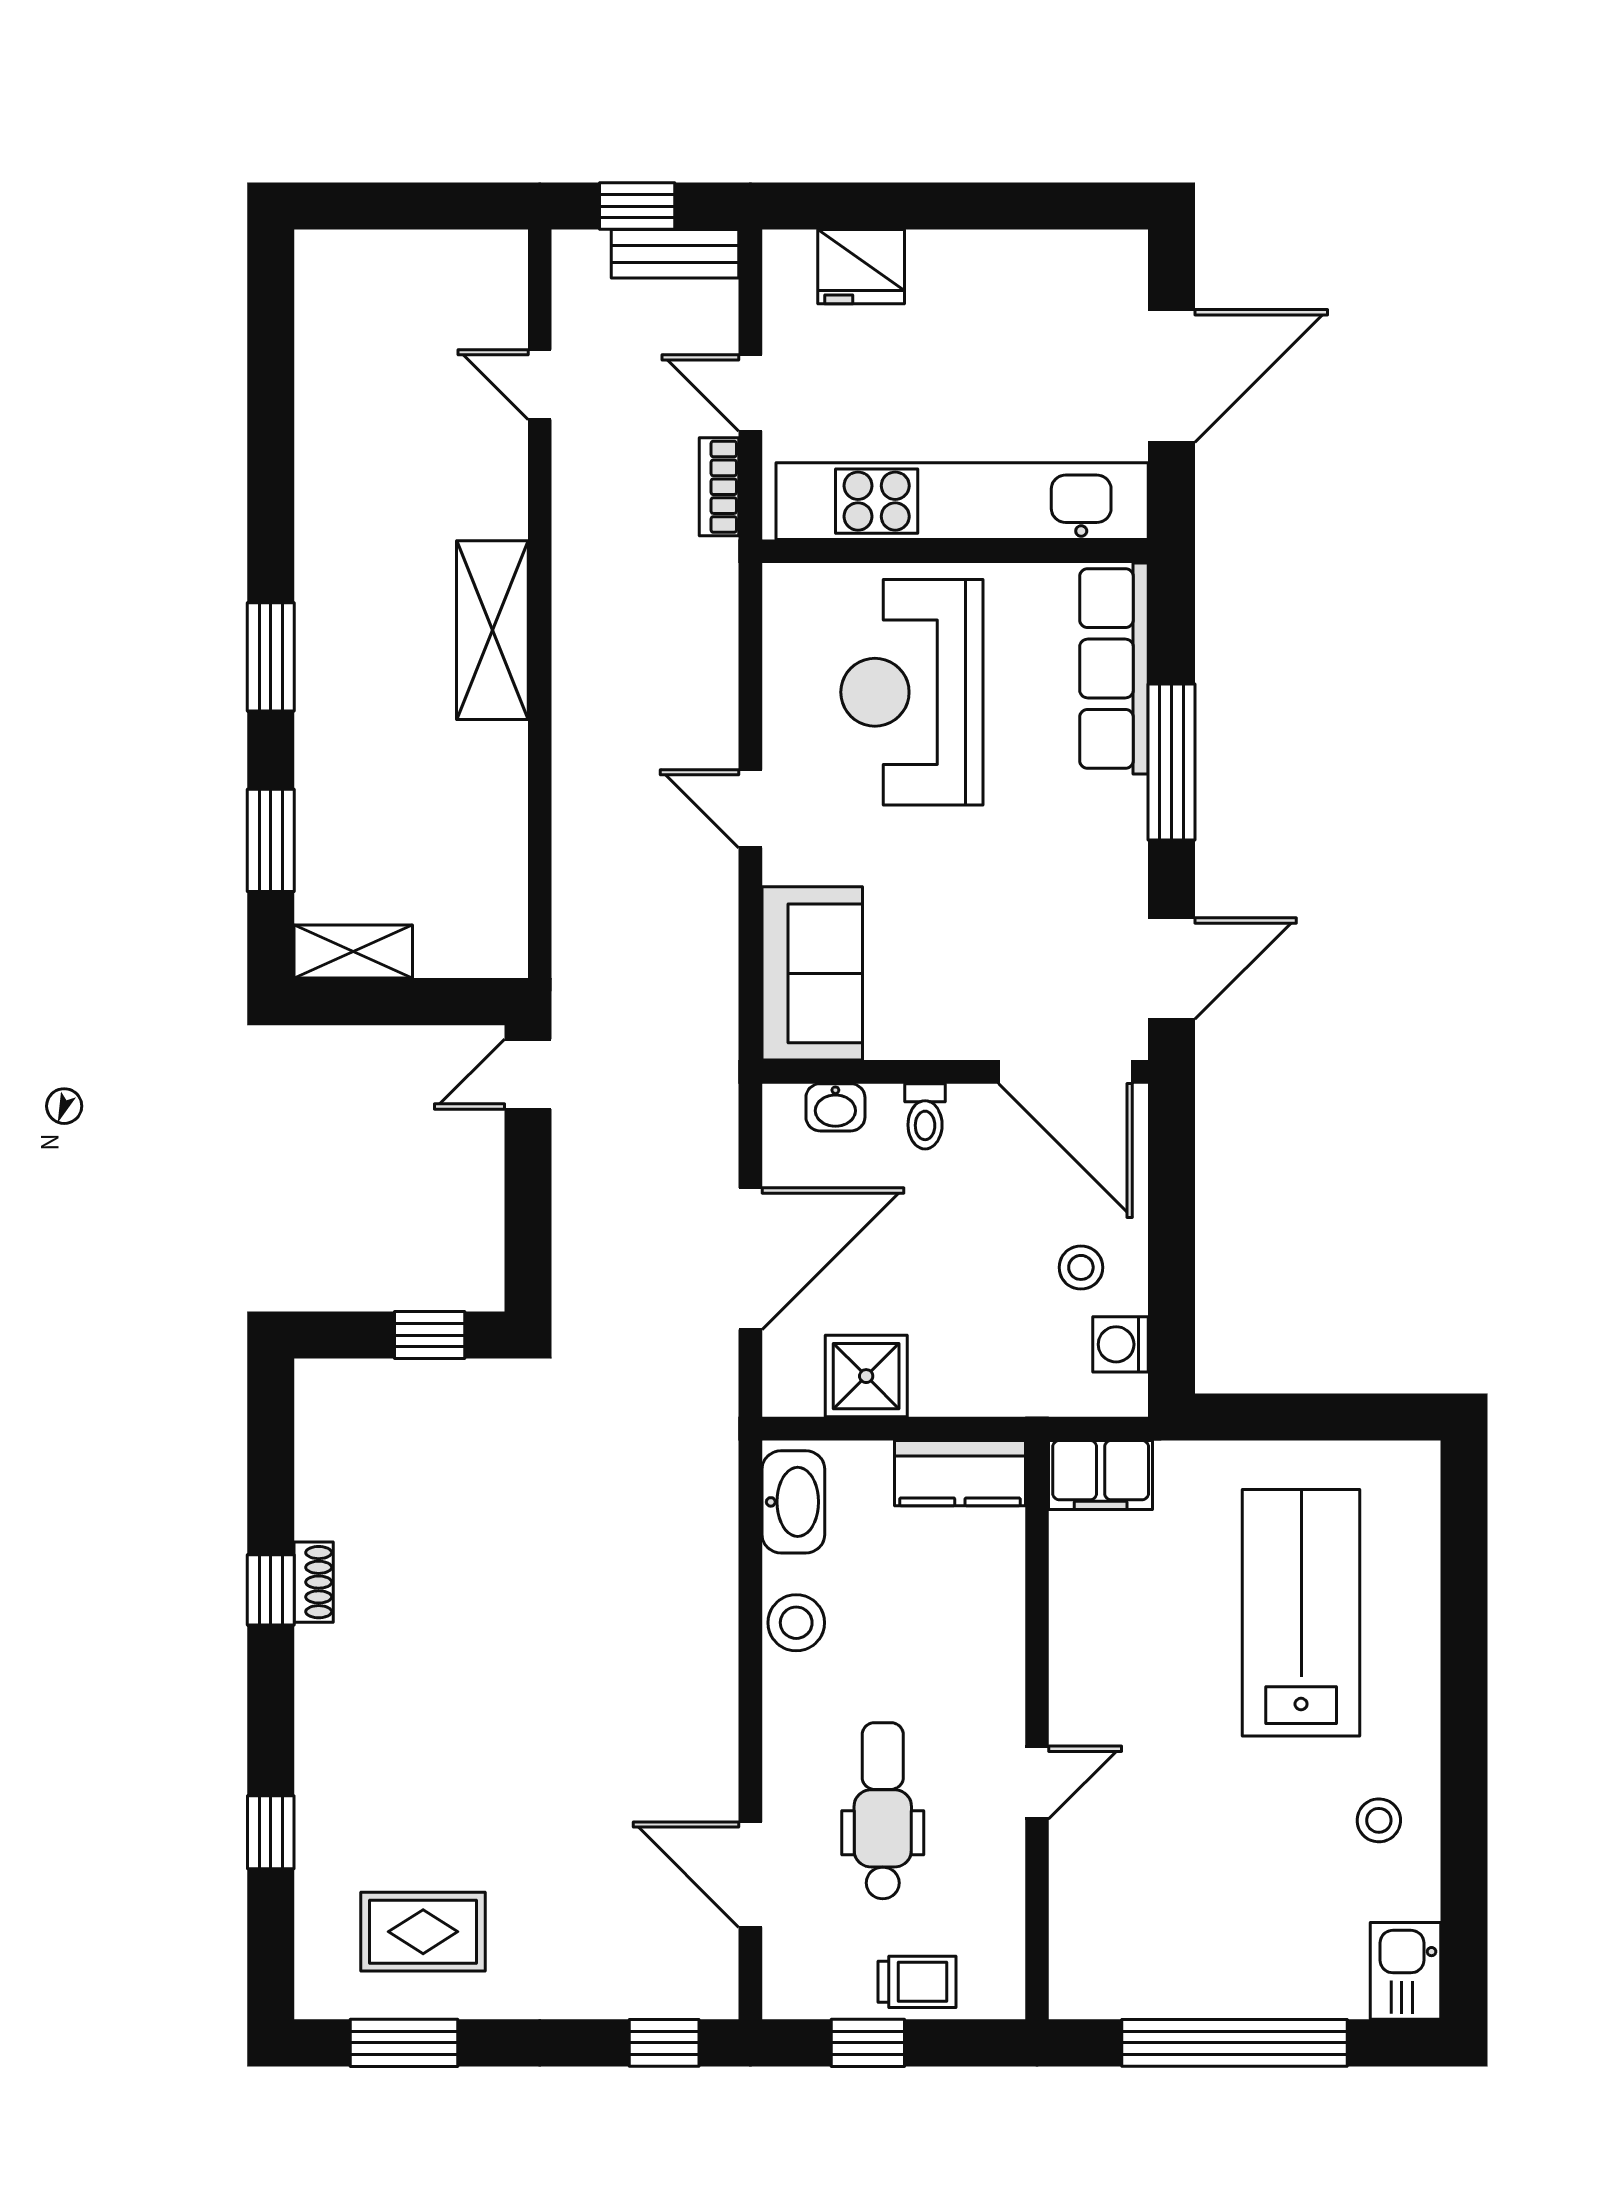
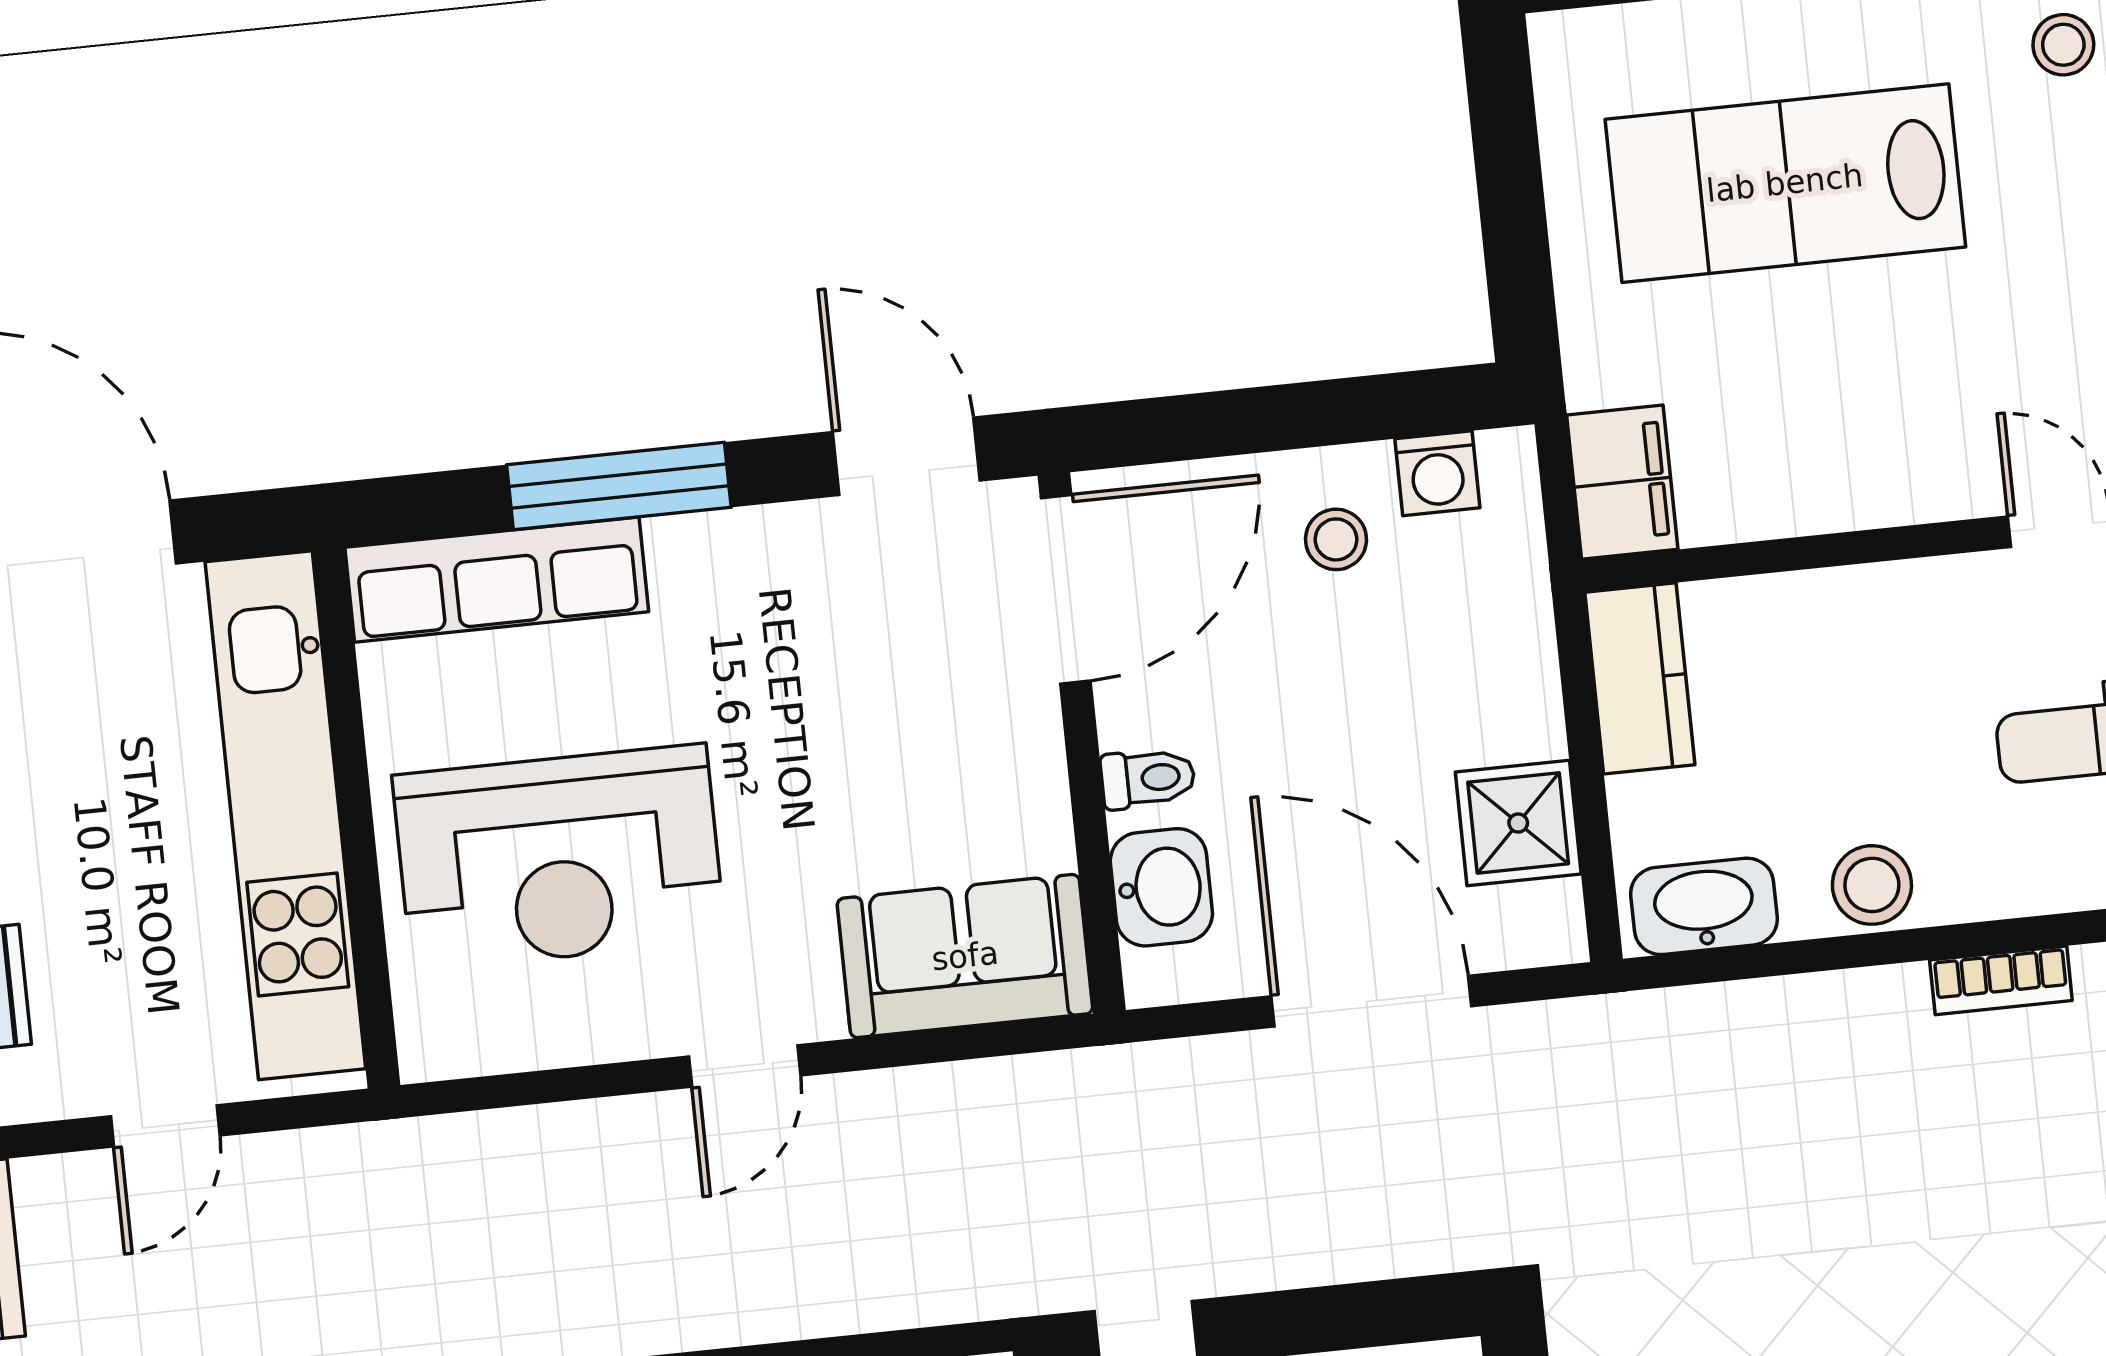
bookcase: (719, 487) -> (2001, 980), moved
washbasin: (835, 1107) -> (1161, 887), width x1.38, depth x1.45

